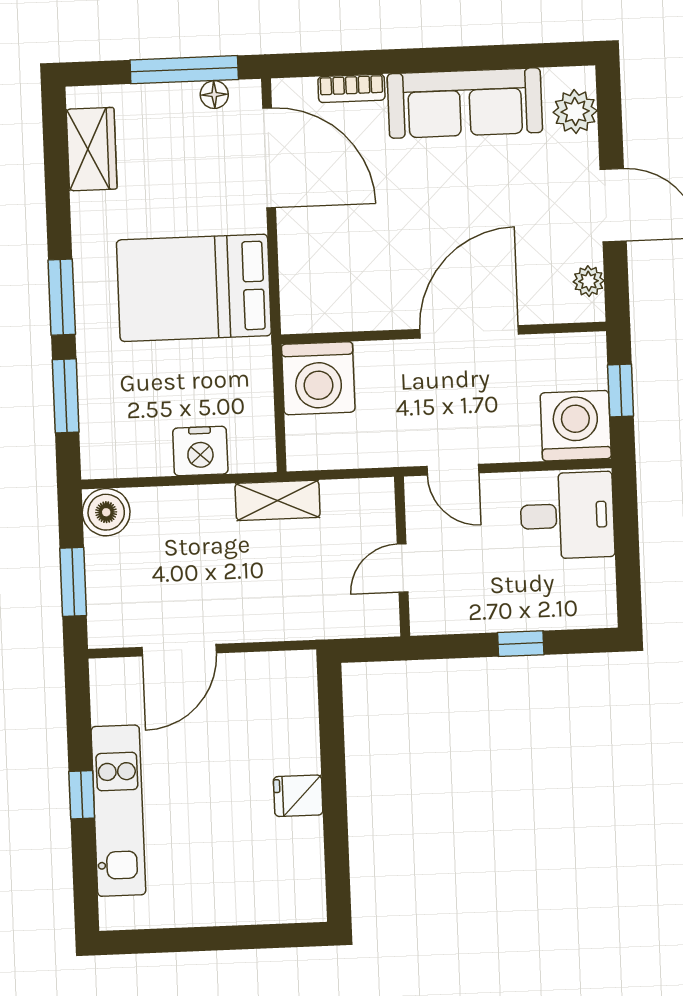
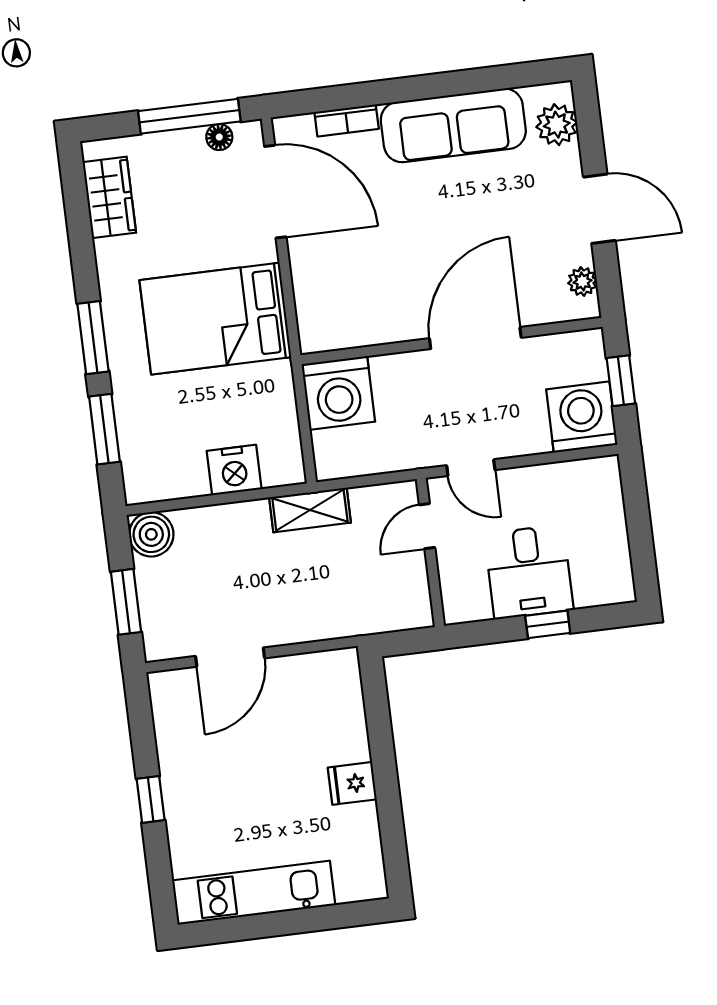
desk: (567, 516) -> (529, 572), moved, turned 90
door: (403, 568) -> (427, 526), moved
kitchen unit: (118, 811) -> (254, 893), moved, turned -90

